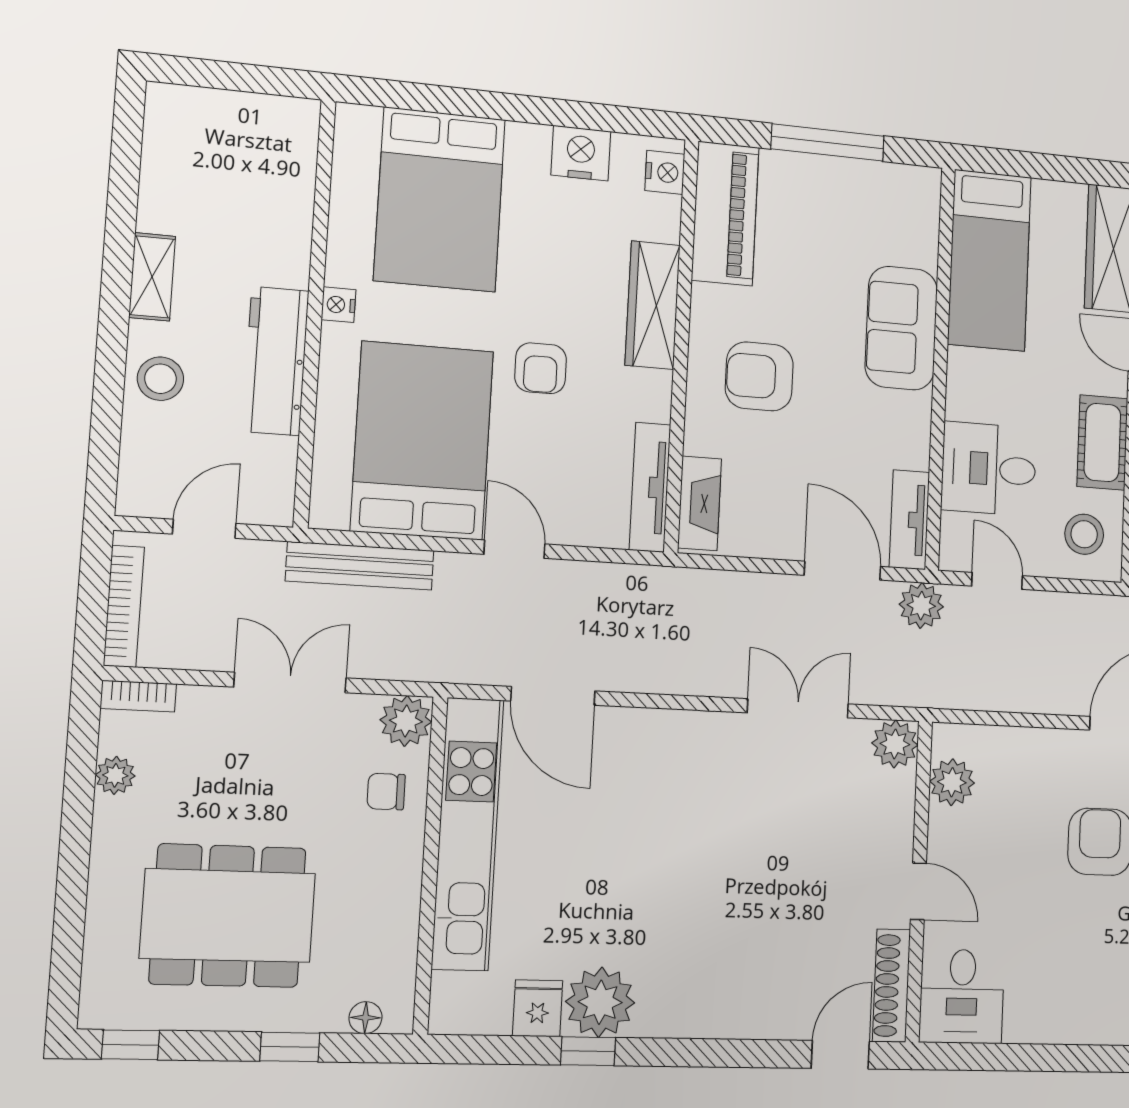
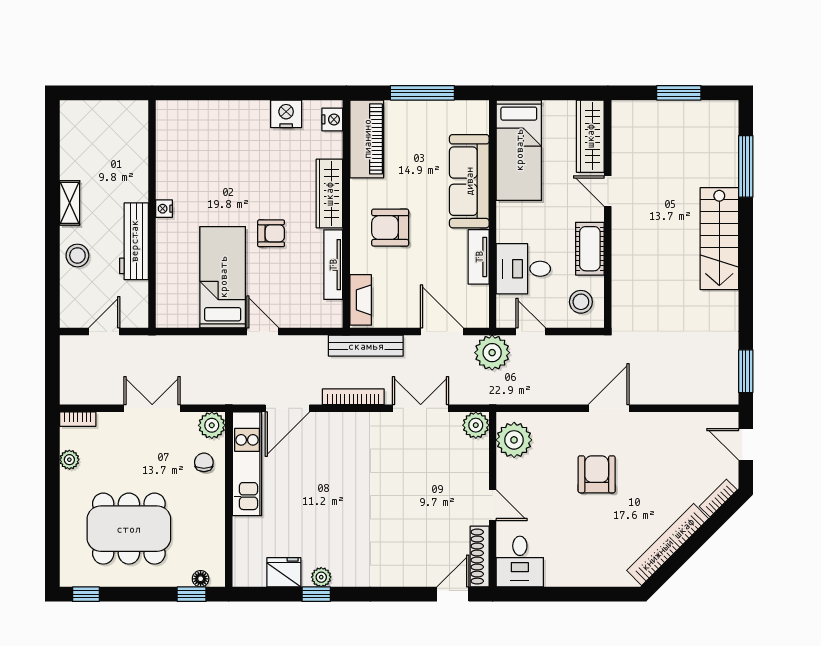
bed: (440, 200) -> (213, 147), removed
sofa: (901, 328) -> (469, 181), width x1.36
armchair: (541, 368) -> (271, 233), turned -90
bed: (422, 441) -> (223, 277), width x0.67
tv unit: (650, 487) -> (333, 265), moved
tv unit: (909, 520) -> (479, 257), moved
bench: (360, 566) -> (366, 346), moved
bookcase: (124, 606) -> (353, 397), moved, turned -90
plant: (921, 606) -> (492, 353), width x1.36, depth x1.36
door: (553, 696) -> (287, 408), hinge flipped
plant: (952, 782) -> (514, 440), width x1.36, depth x1.36
chair: (386, 792) -> (204, 462), turned 90
kitchen unit: (468, 834) -> (247, 464), width x0.73
plant: (600, 1002) -> (321, 577), width x0.53, depth x0.53
fridge: (538, 1008) -> (284, 572), width x1.38
window: (290, 1047) -> (192, 594), moved

